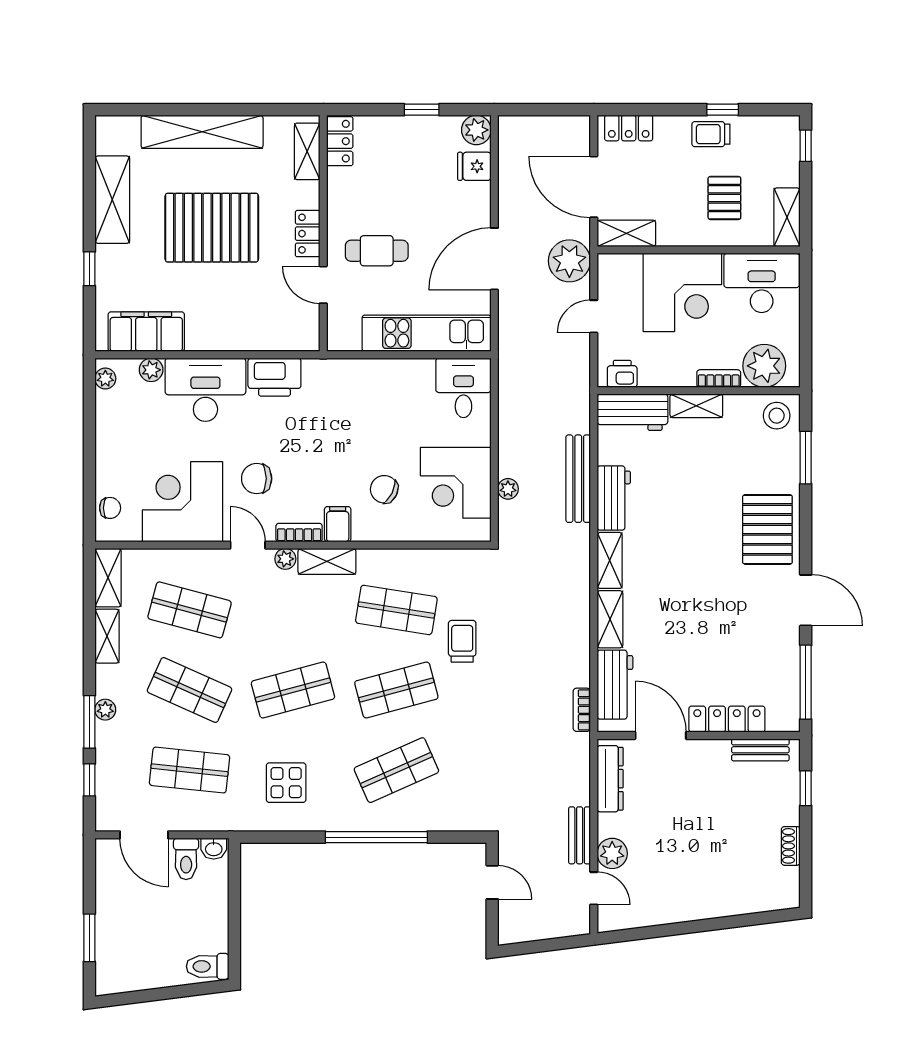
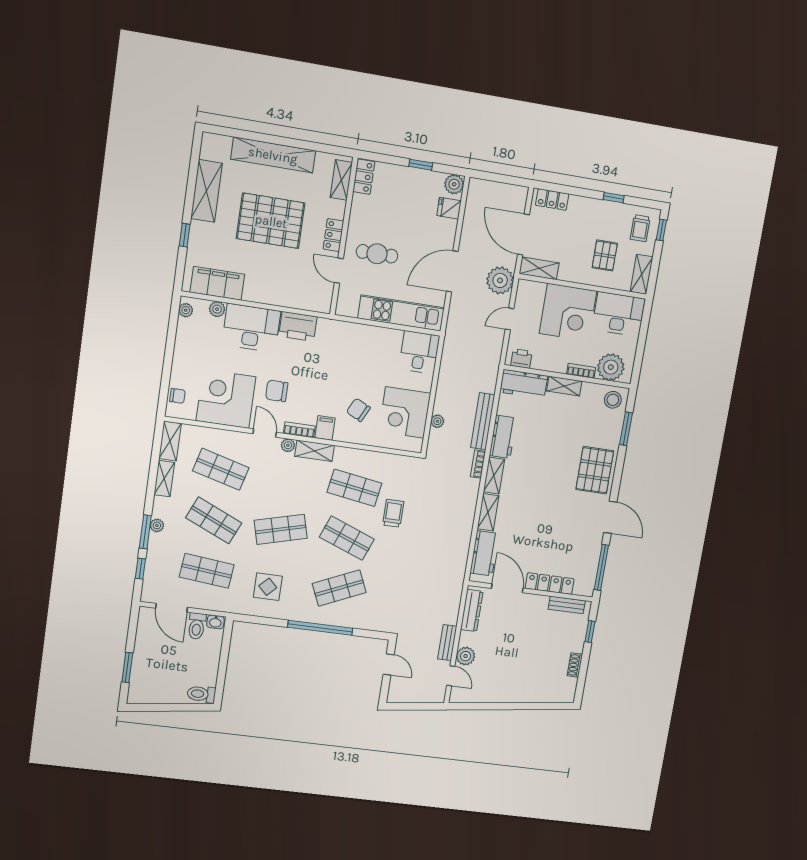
trolley: (711, 134) -> (640, 228), moved, turned -90
shop shelf: (396, 690) -> (347, 538), turned 36
bookcase: (582, 710) -> (478, 464), moved

